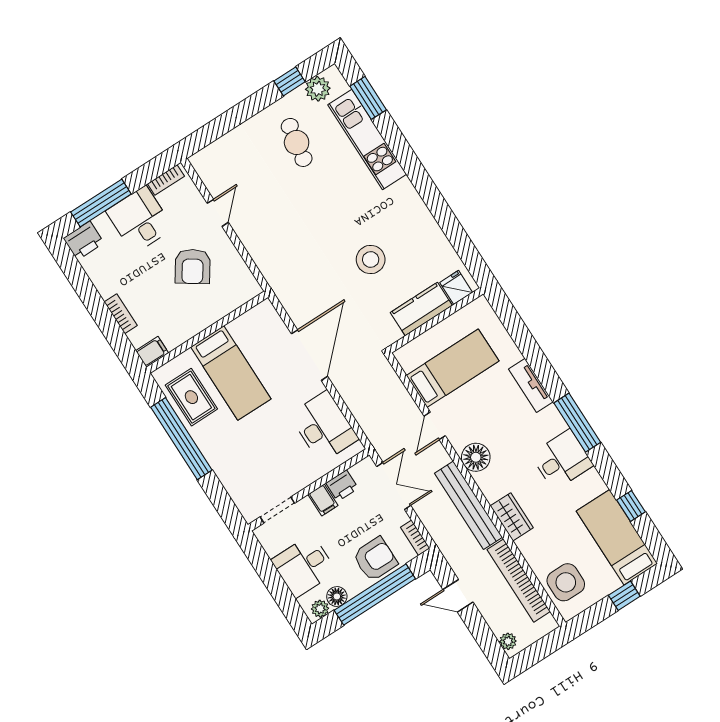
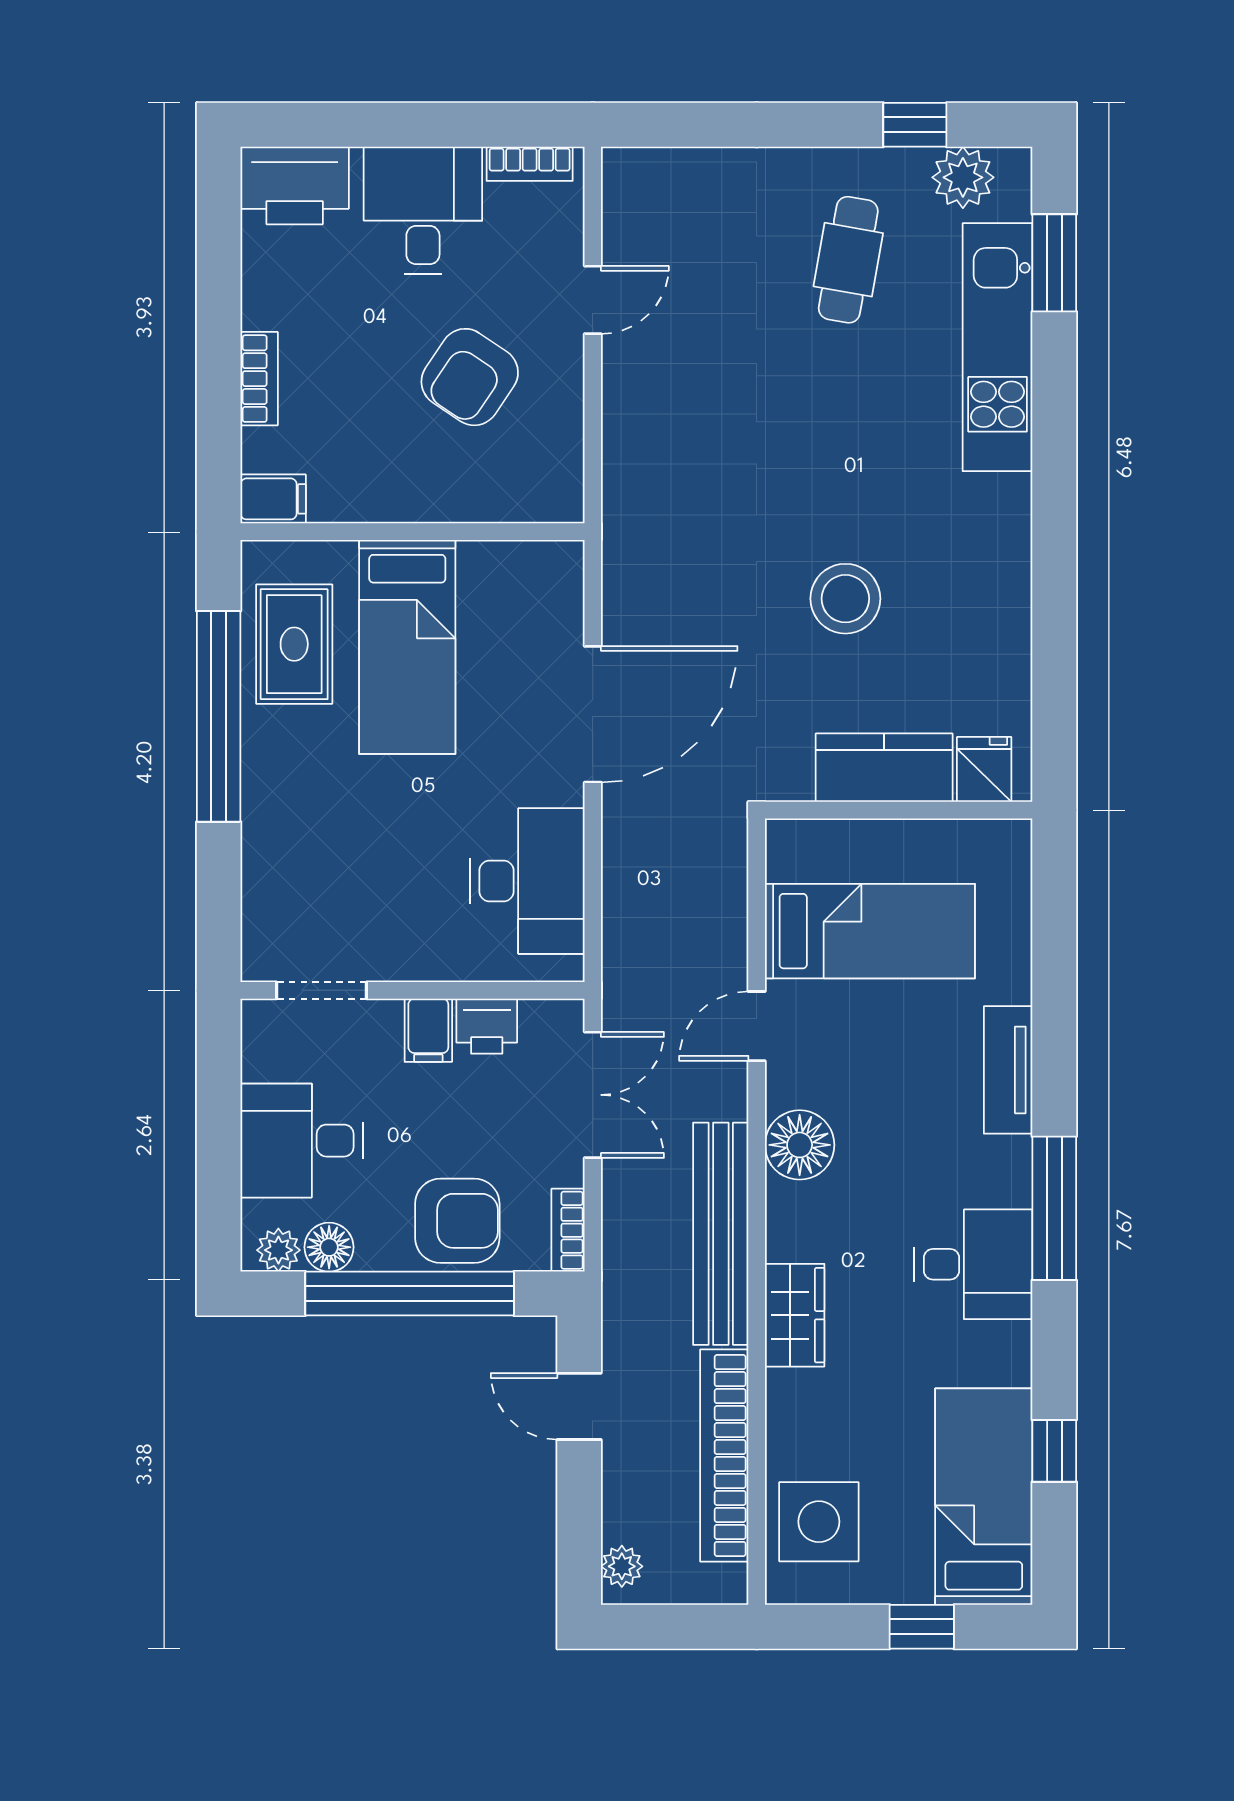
window: (101, 203) -> (366, 125), removed
printer: (84, 241) -> (295, 185), width x1.37, depth x1.19

